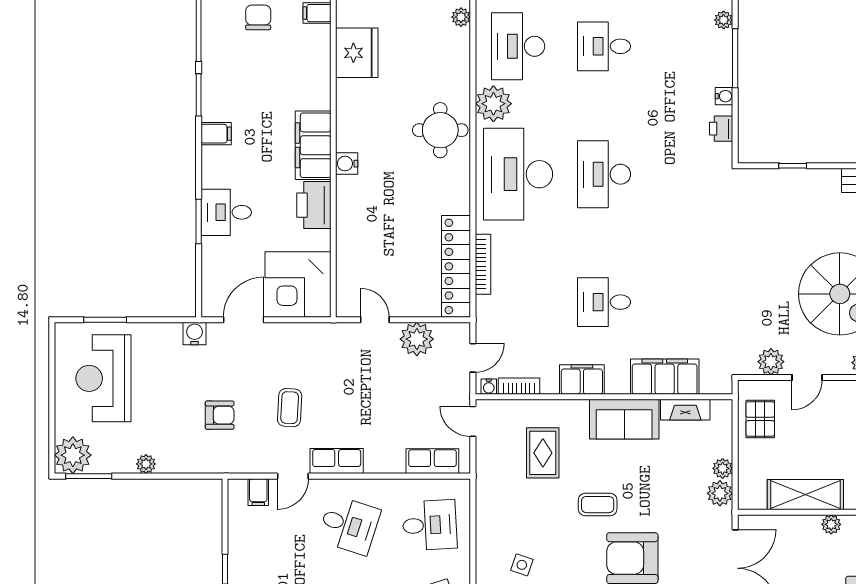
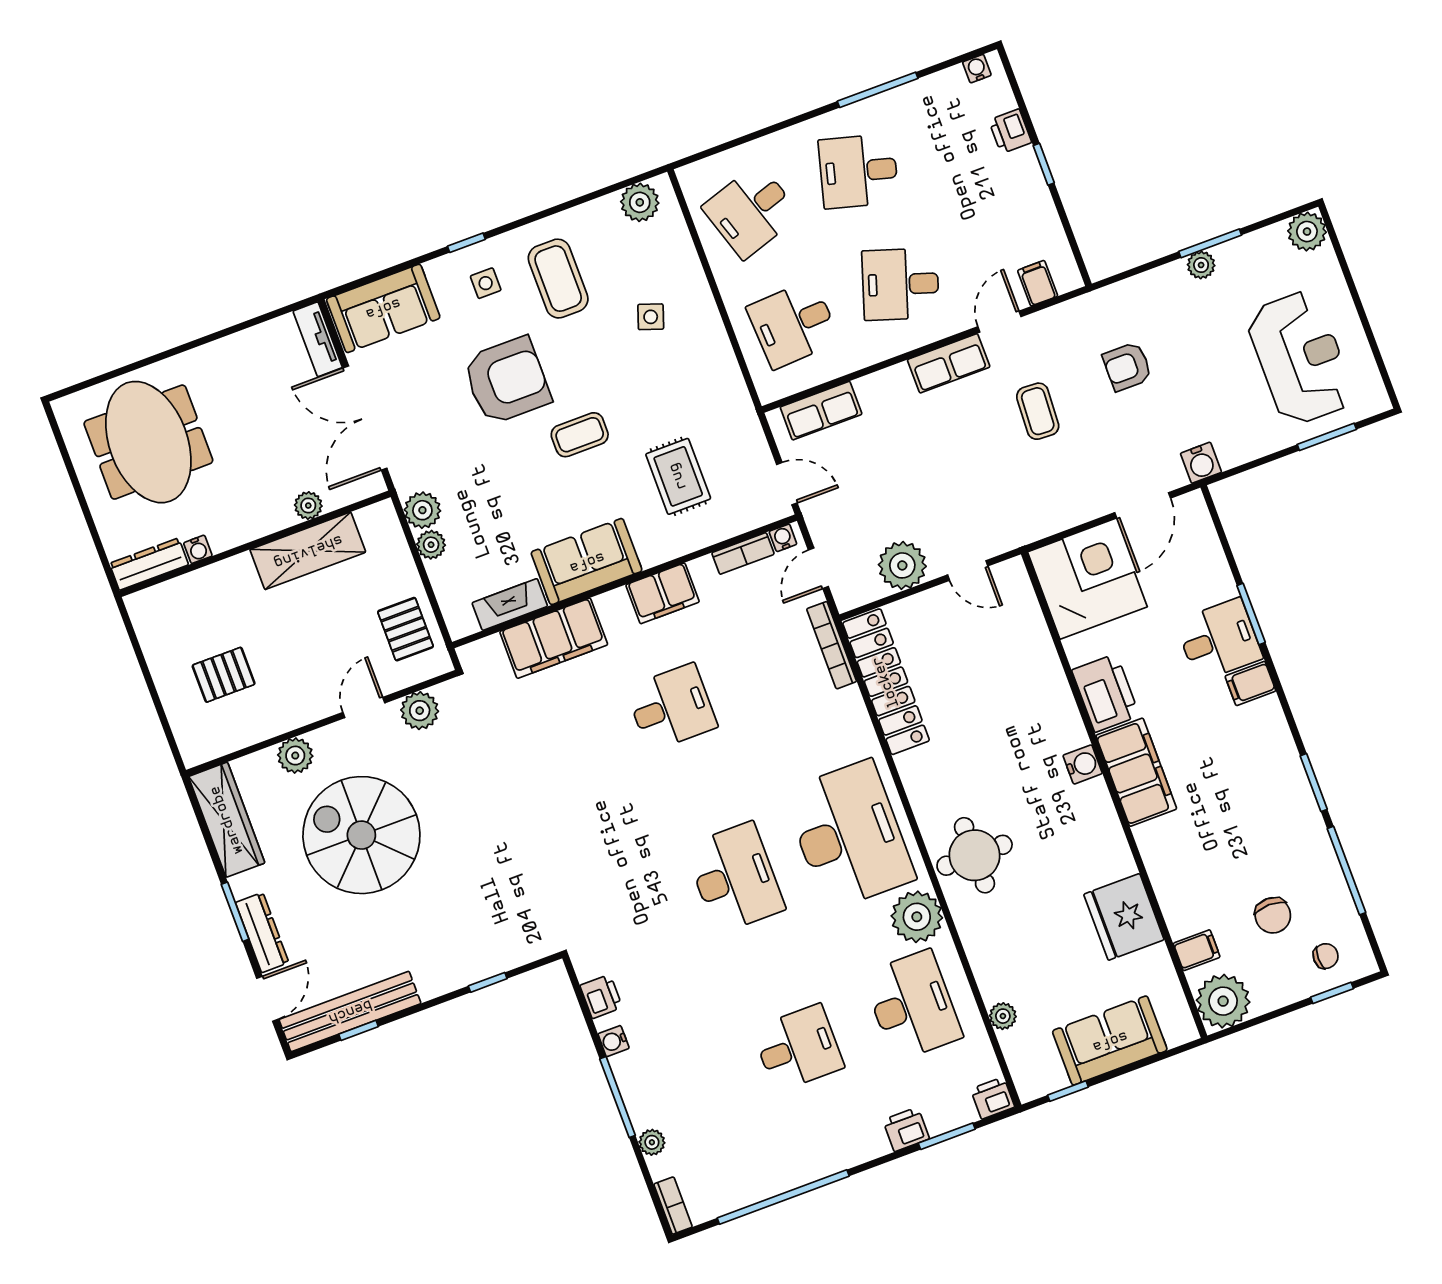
filing cabinet: (216, 134) -> (1250, 683), moved
bookcase: (483, 264) -> (832, 645), moved
plant: (73, 455) -> (1307, 232), width x0.73, depth x0.73
window: (89, 476) -> (1210, 243), moved
plant: (831, 524) -> (308, 506), moved

